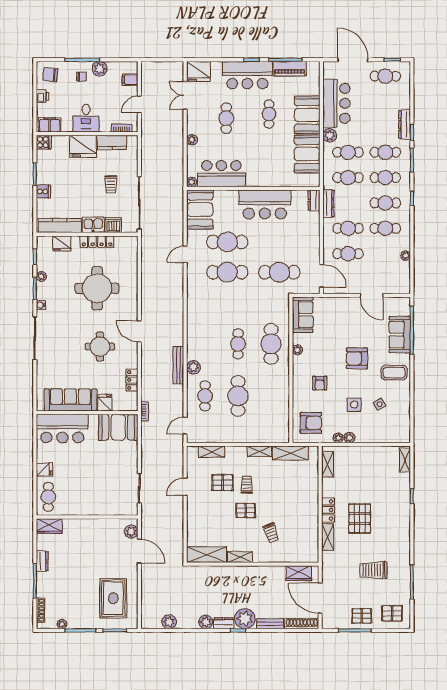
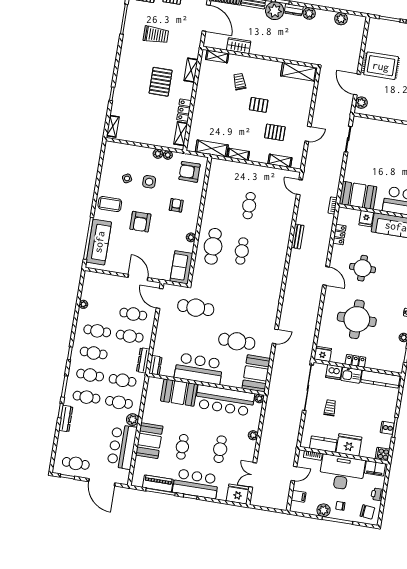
double door: (185, 95) -> (253, 475), swing flipped
desk: (86, 118) -> (342, 473), width x1.87, depth x1.30
booth: (307, 154) -> (179, 393), moved, turned 90
bar counter: (221, 174) -> (225, 400), width x1.36
cooker: (43, 191) -> (387, 428), moved
locker: (97, 242) -> (355, 361), width x0.66
fridge: (62, 243) -> (323, 354), moved
cafe table: (227, 272) -> (241, 315), removed
door: (372, 295) -> (138, 278), moved
sofa: (400, 335) -> (99, 242), width x1.36
armchair: (357, 358) -> (140, 222), turned 90
bench: (178, 365) -> (297, 236), width x0.73
plant: (194, 367) -> (284, 237), removed
cafe table: (205, 396) -> (278, 210), removed
cafe table: (238, 396) -> (249, 206), width x0.73, depth x0.74
door: (185, 426) -> (299, 187), swing flipped
trolley: (247, 485) -> (254, 127), removed
locker: (328, 510) -> (184, 110), moved
shelving: (240, 557) -> (217, 56), moved
wardrobe: (299, 573) -> (239, 46), moved
rug: (113, 598) -> (381, 66), moved, turned 90

